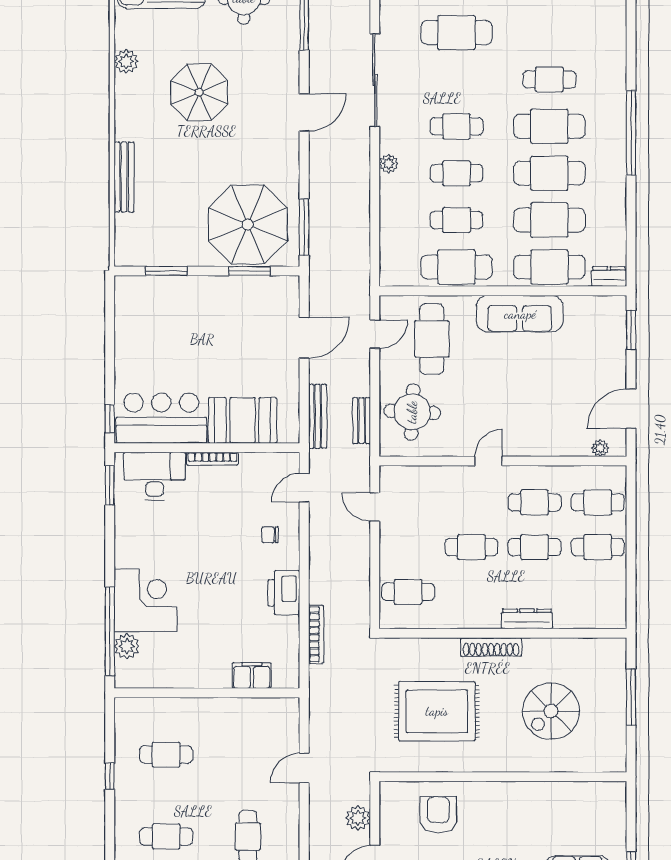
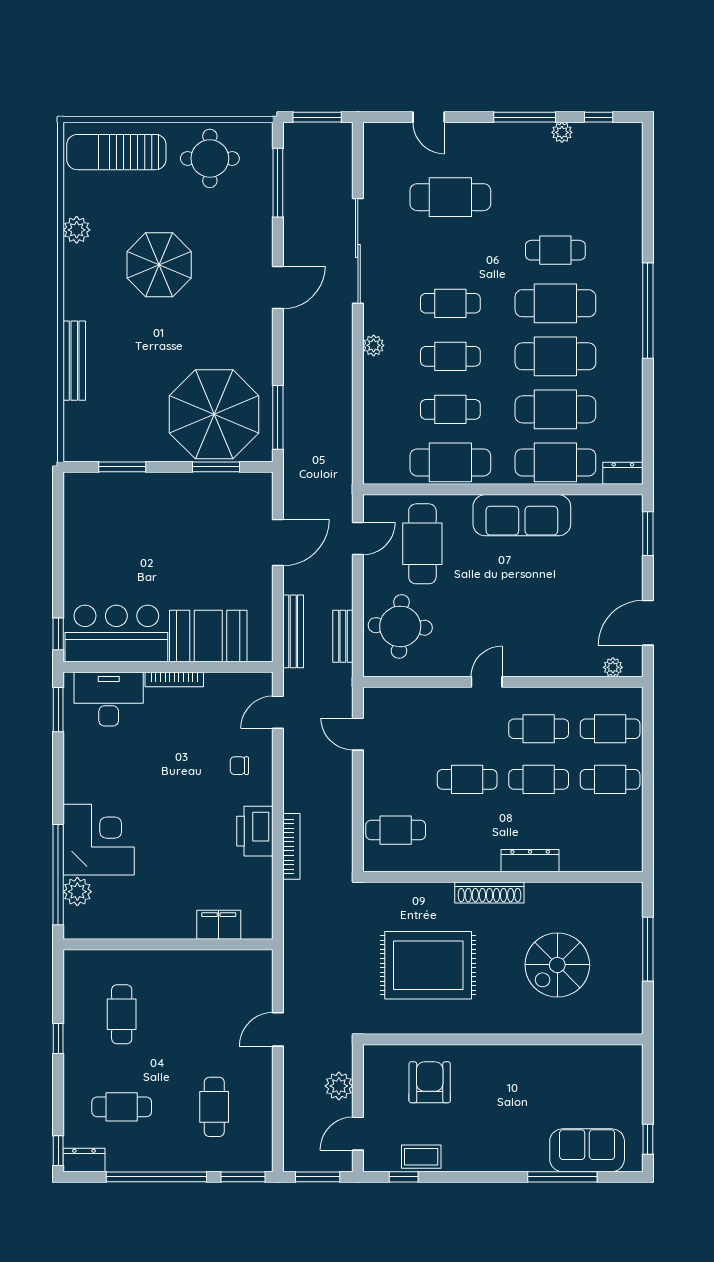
bookcase: (316, 634) -> (291, 846), moved
cafe table: (166, 755) -> (122, 1014), turned 90

